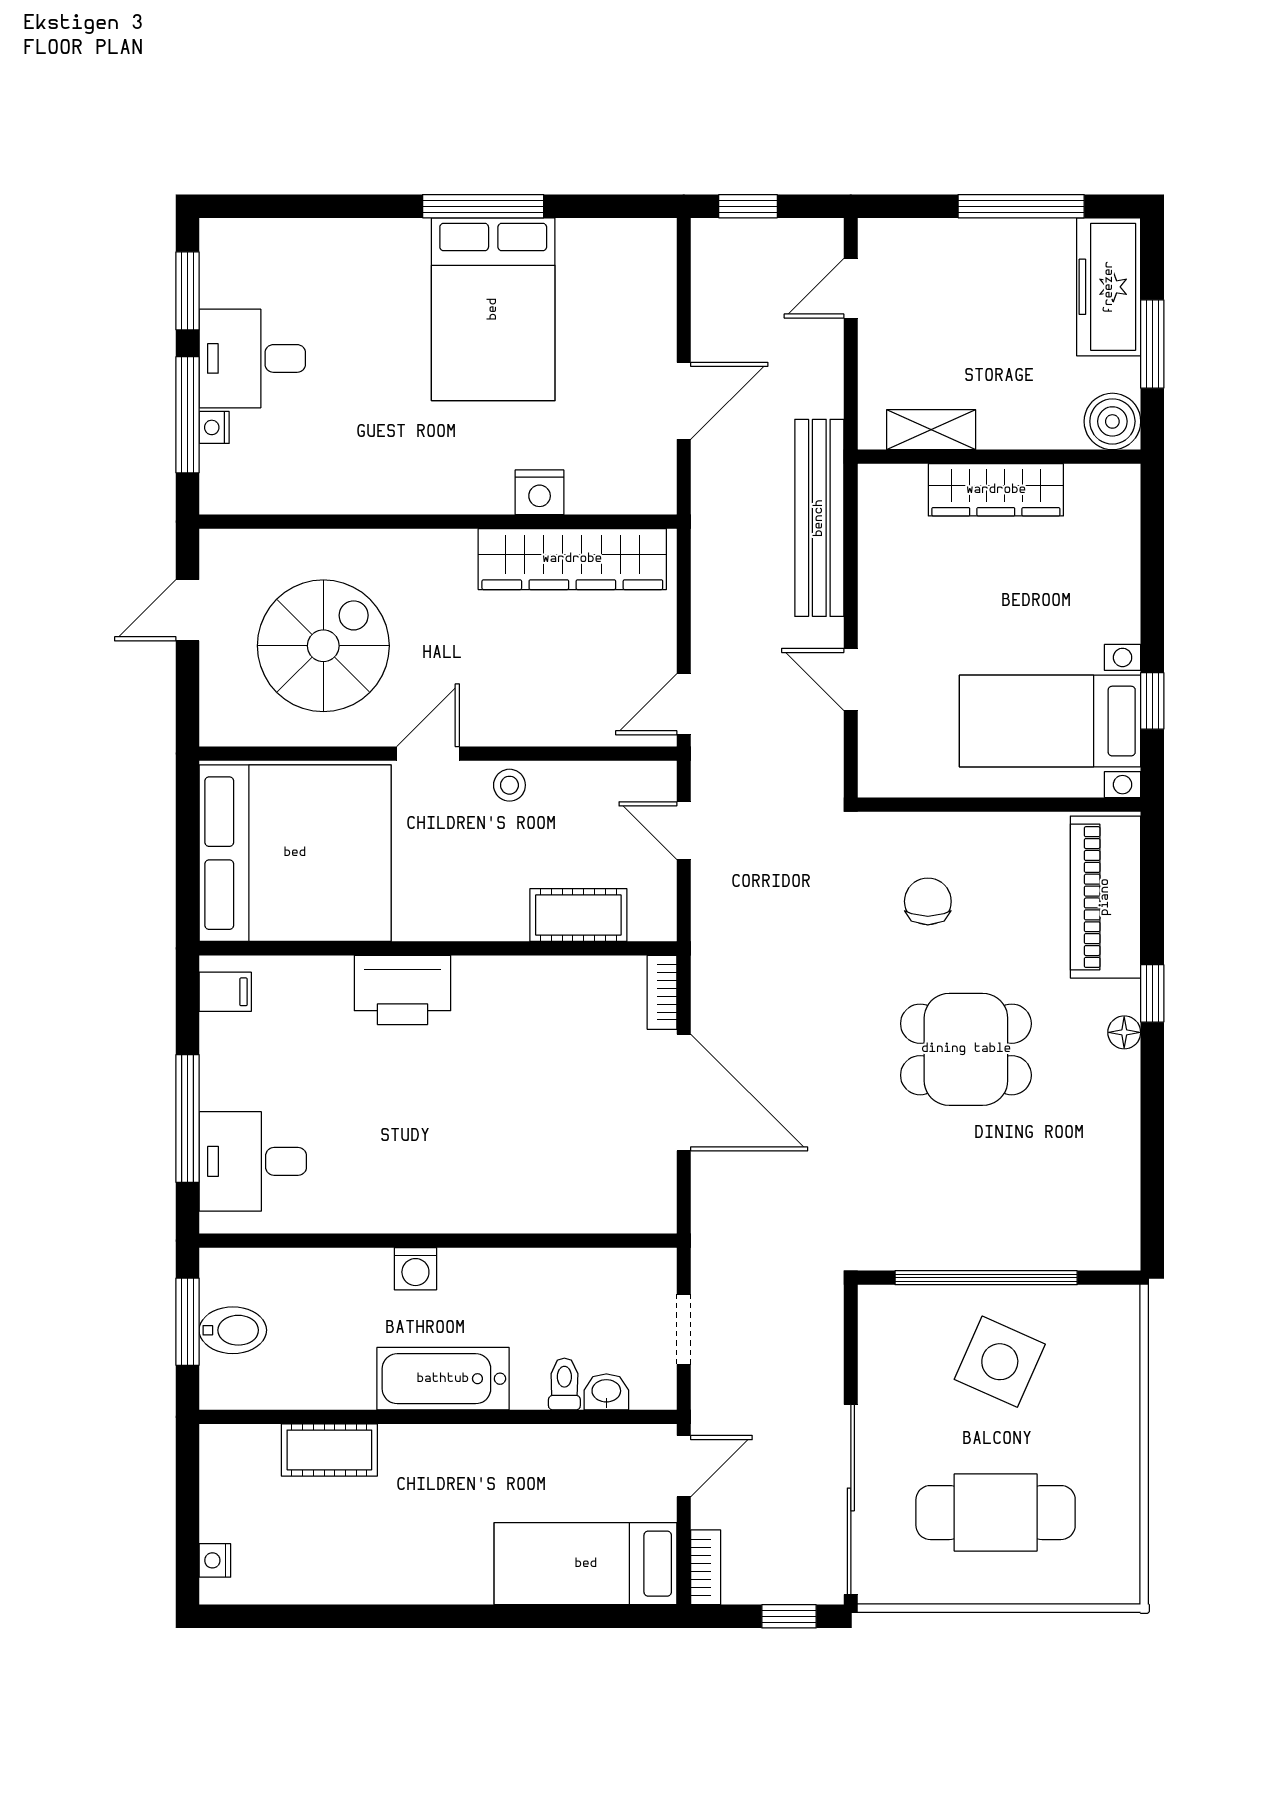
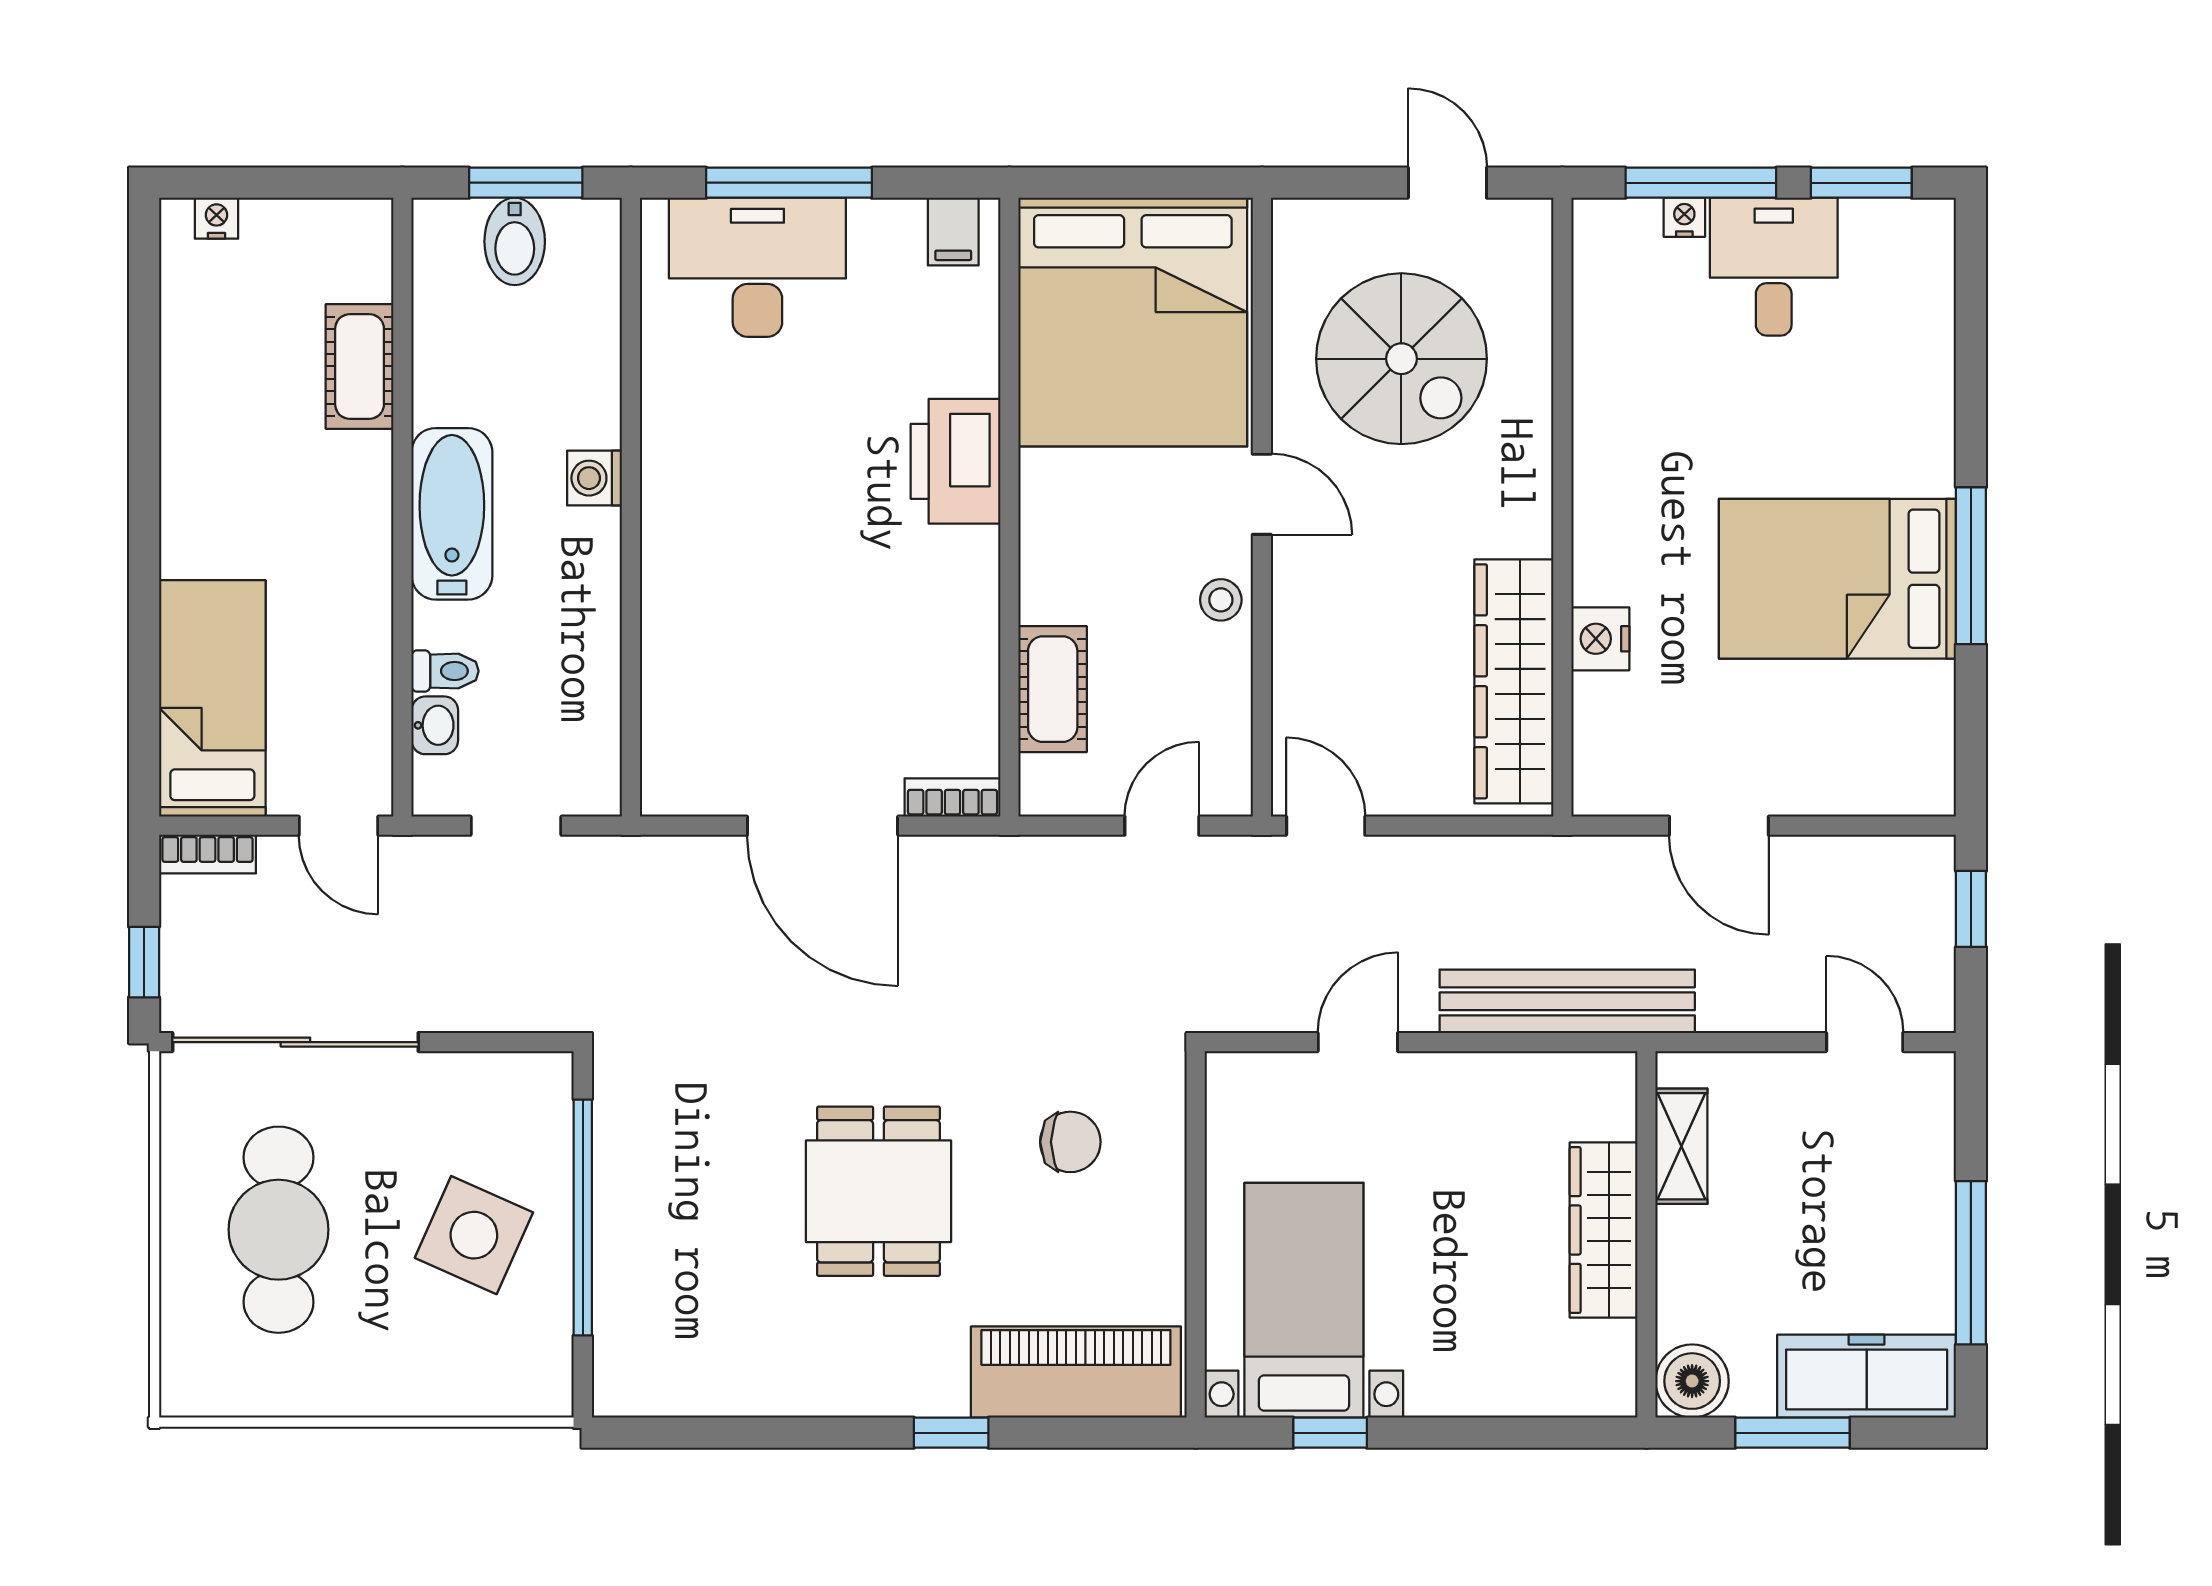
floor lamp: (1124, 1032) -> (901, 1396), removed
door: (684, 1093) -> (823, 826), hinge flipped
desk: (253, 1161) -> (757, 267), width x1.37

